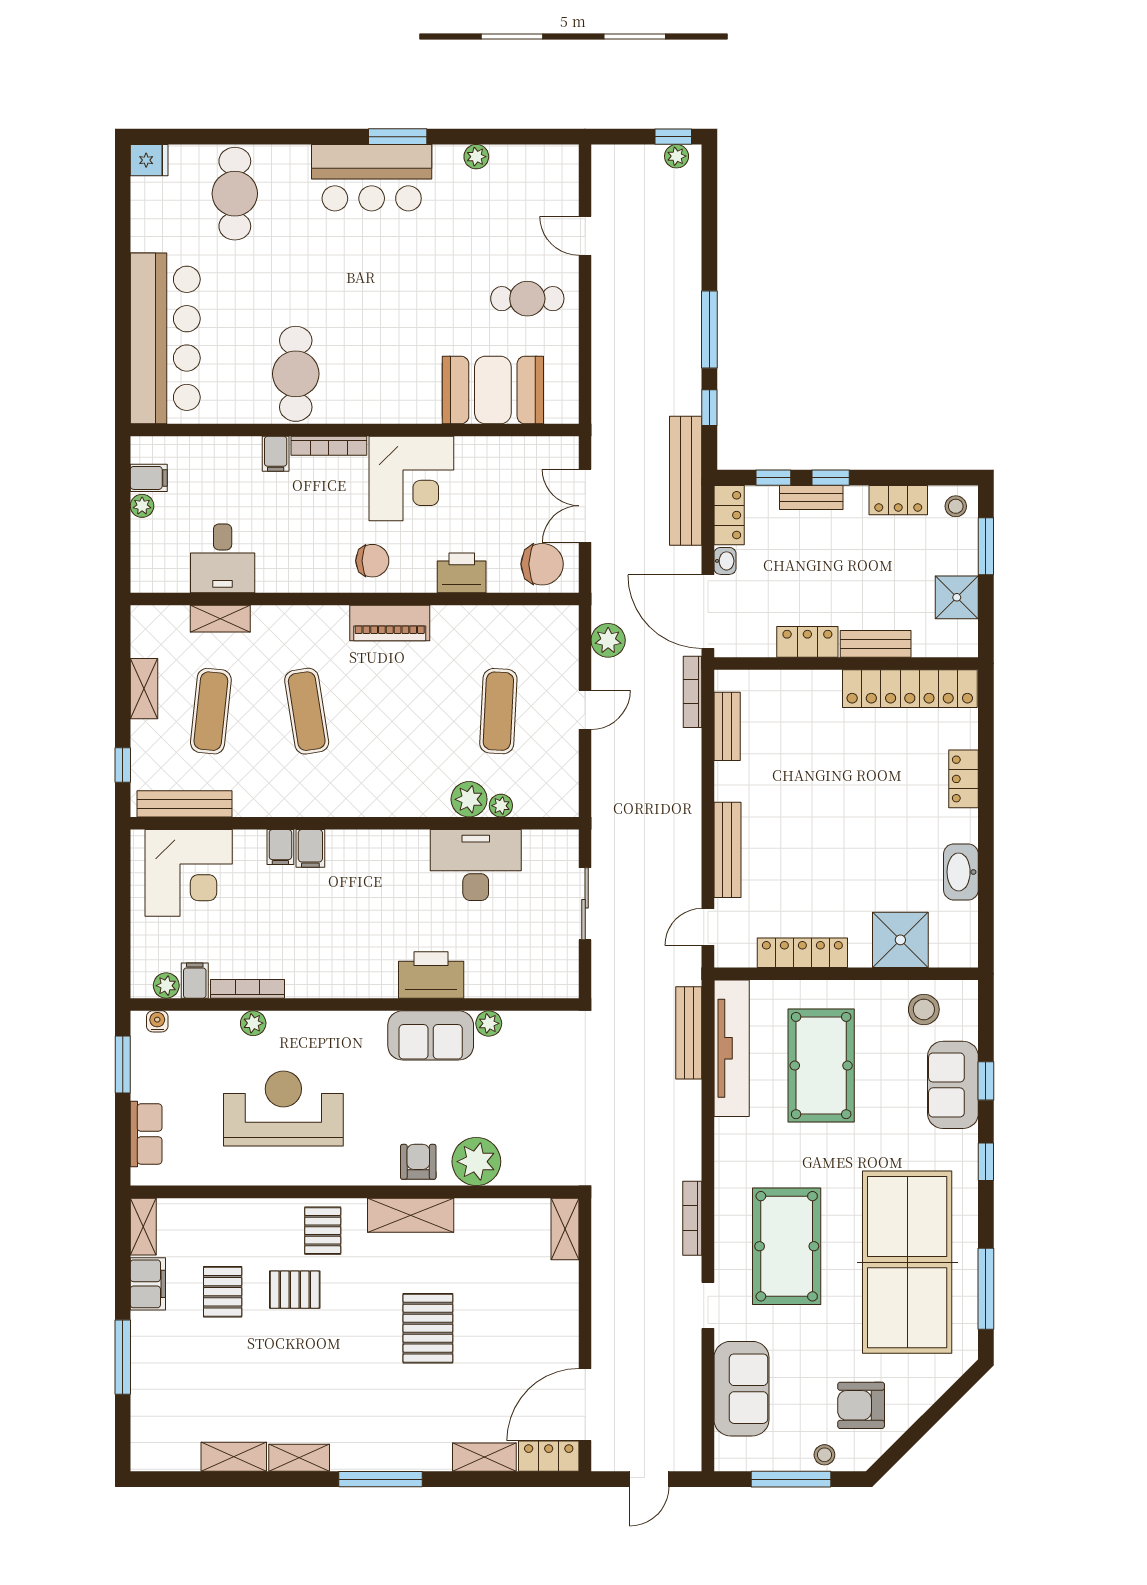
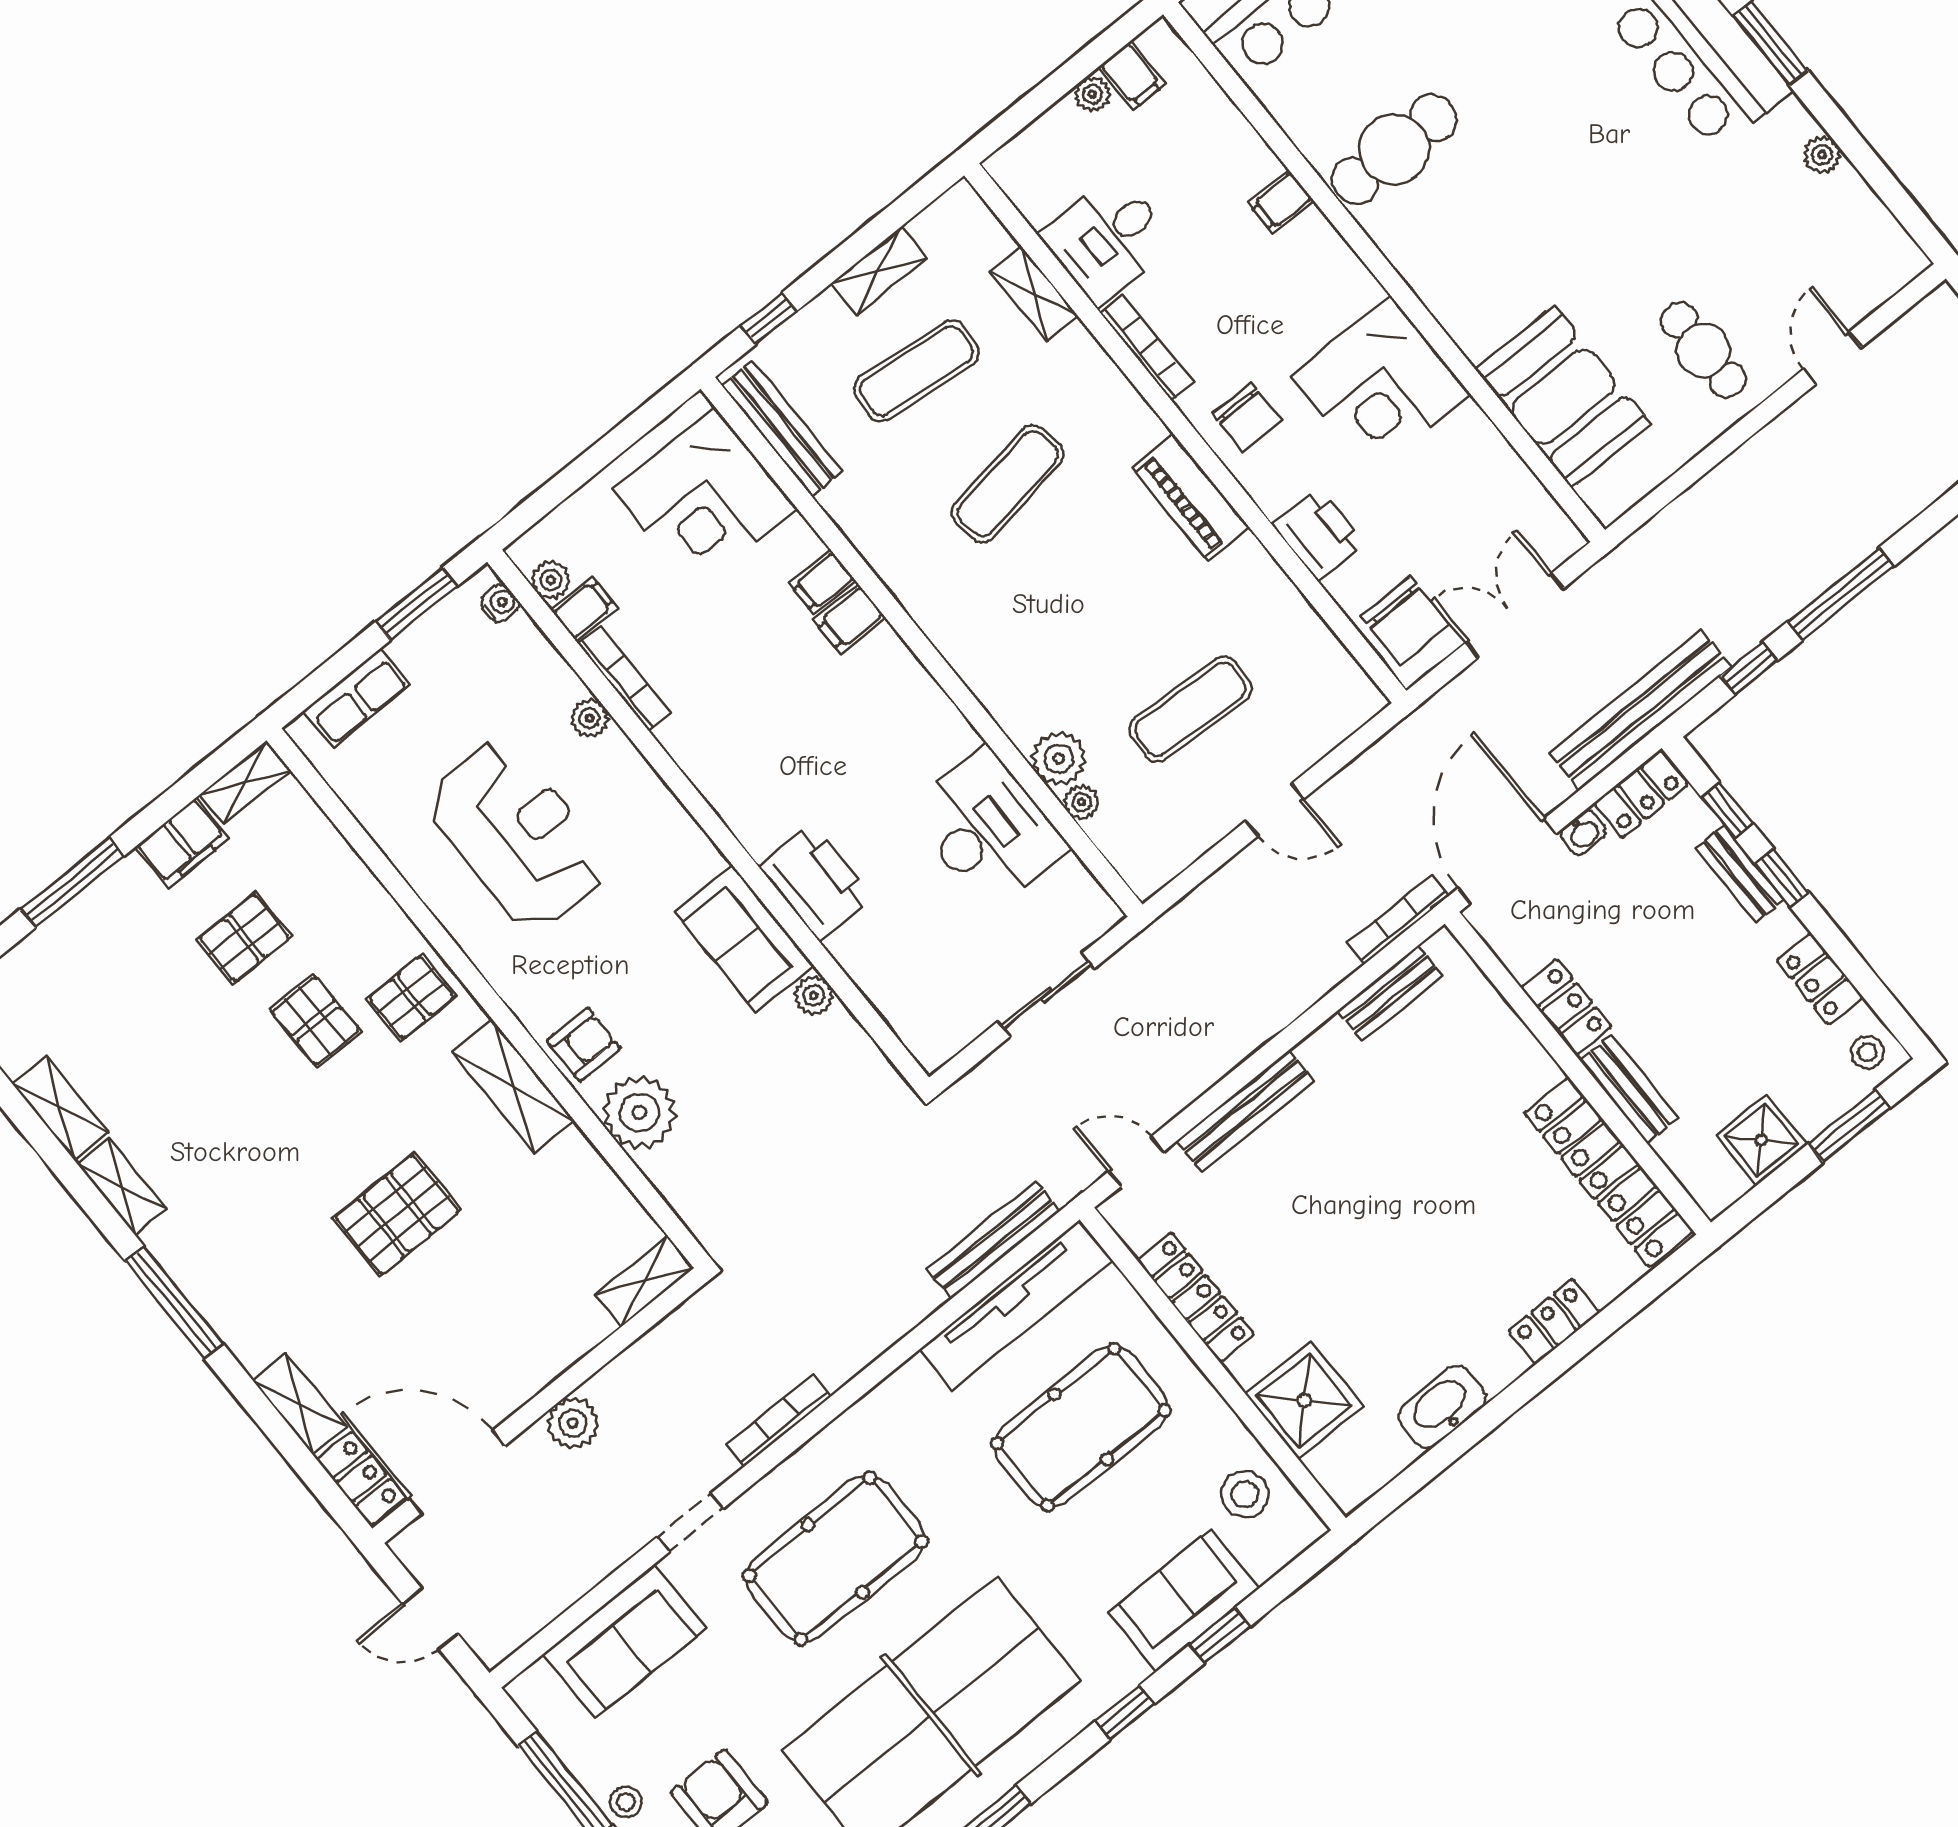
bookcase: (329, 446) -> (1147, 348), moved, turned 180
plant: (608, 640) -> (573, 1423), moved

